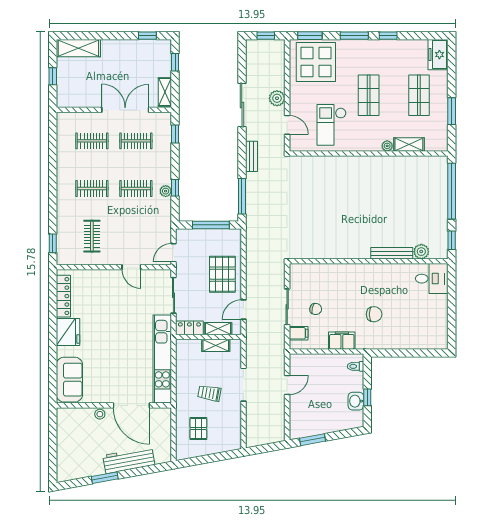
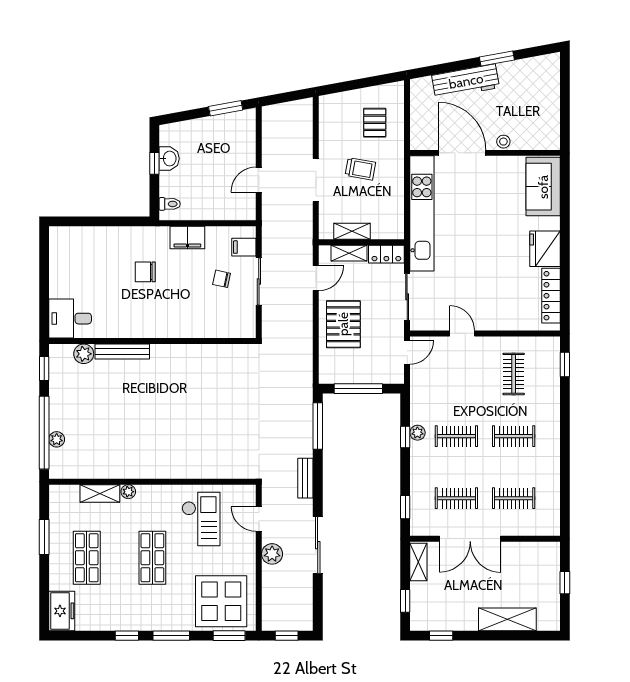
shelving: (78, 48) -> (507, 619), moved
plant: (442, 186) -> (57, 439), added

